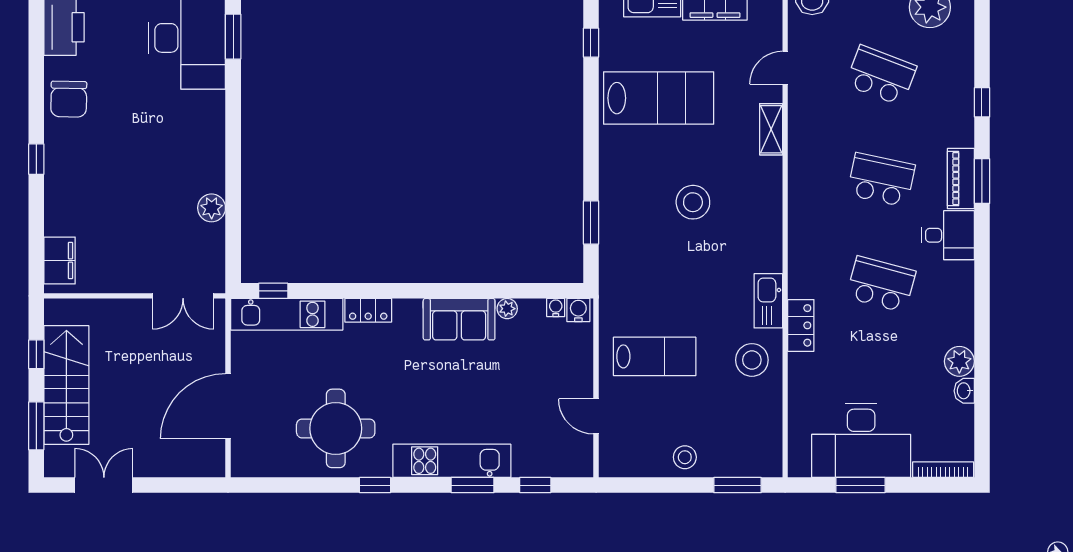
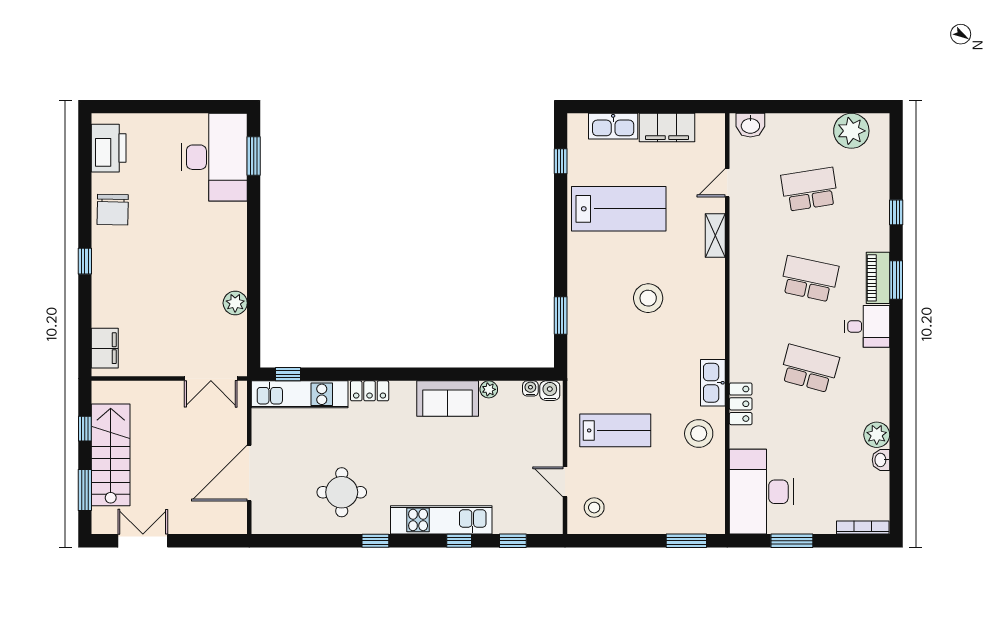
school desk: (881, 75) -> (810, 189), turned -30
round table: (336, 428) -> (342, 492), width x0.73, depth x0.73
desk: (861, 440) -> (761, 492), moved, turned 90
stool: (685, 457) -> (594, 508), moved
window: (473, 485) -> (459, 541), width x0.67

